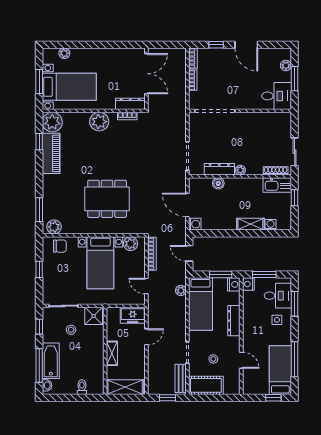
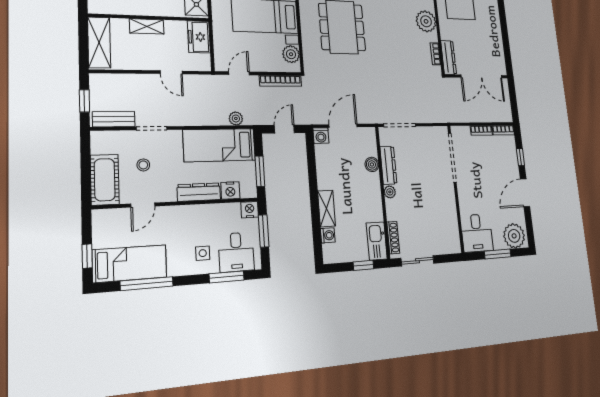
plant: (286, 66) -> (514, 236), width x1.87, depth x1.87
nightstand: (234, 284) -> (230, 190), moved
freezer: (133, 315) -> (199, 37), moved
cot: (206, 385) -> (105, 180), moved

